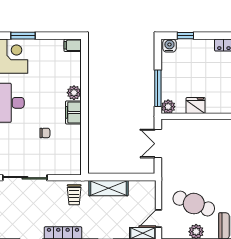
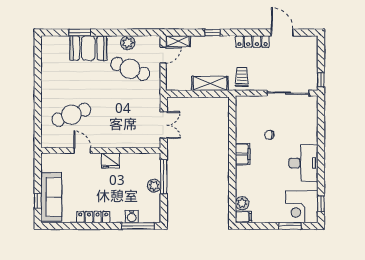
window: (185, 36) -> (138, 226), width x2.17
water cooler: (169, 46) -> (132, 217), moved
plant: (74, 93) -> (242, 203), moved
fridge: (196, 106) -> (110, 161), moved
plant: (168, 107) -> (154, 186), moved

